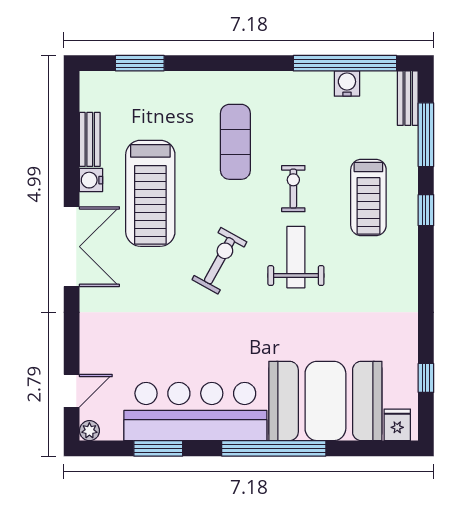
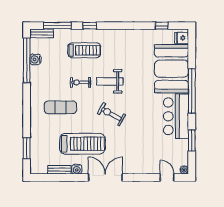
bar counter: (195, 412) -> (176, 116), width x0.73

